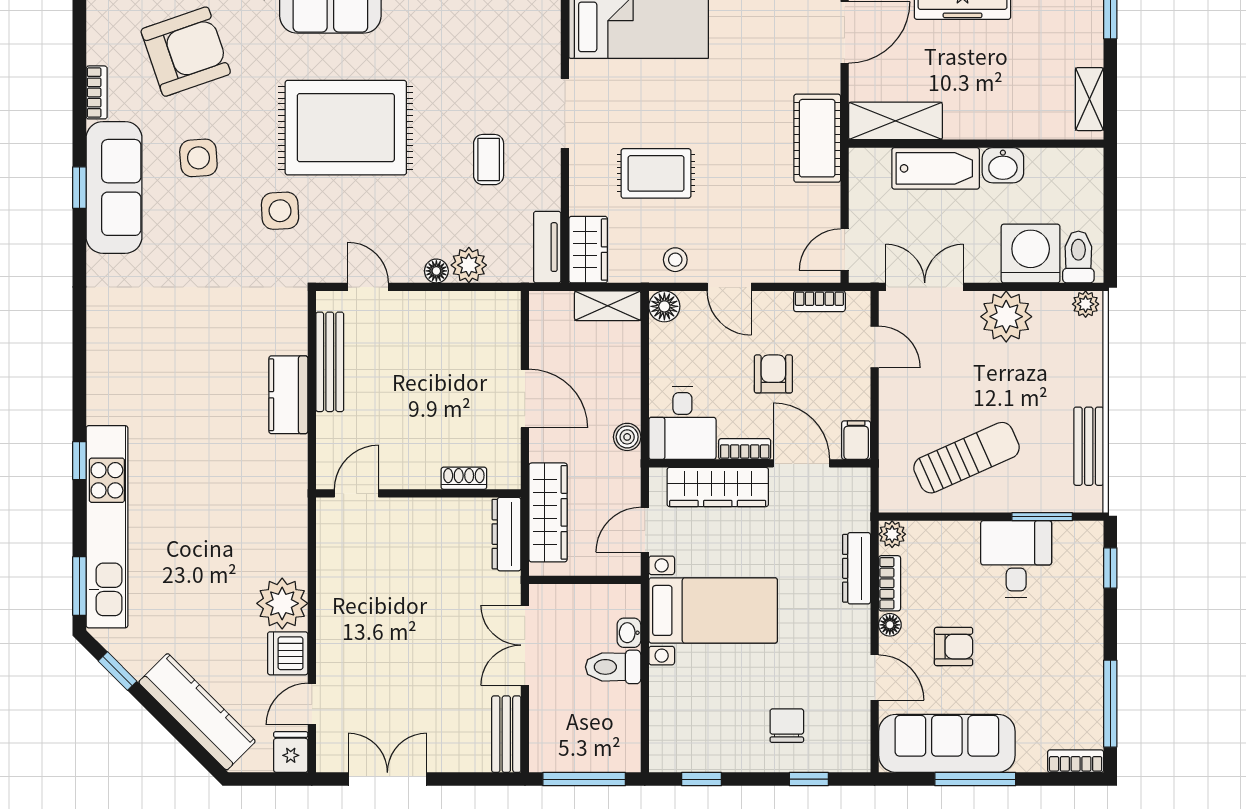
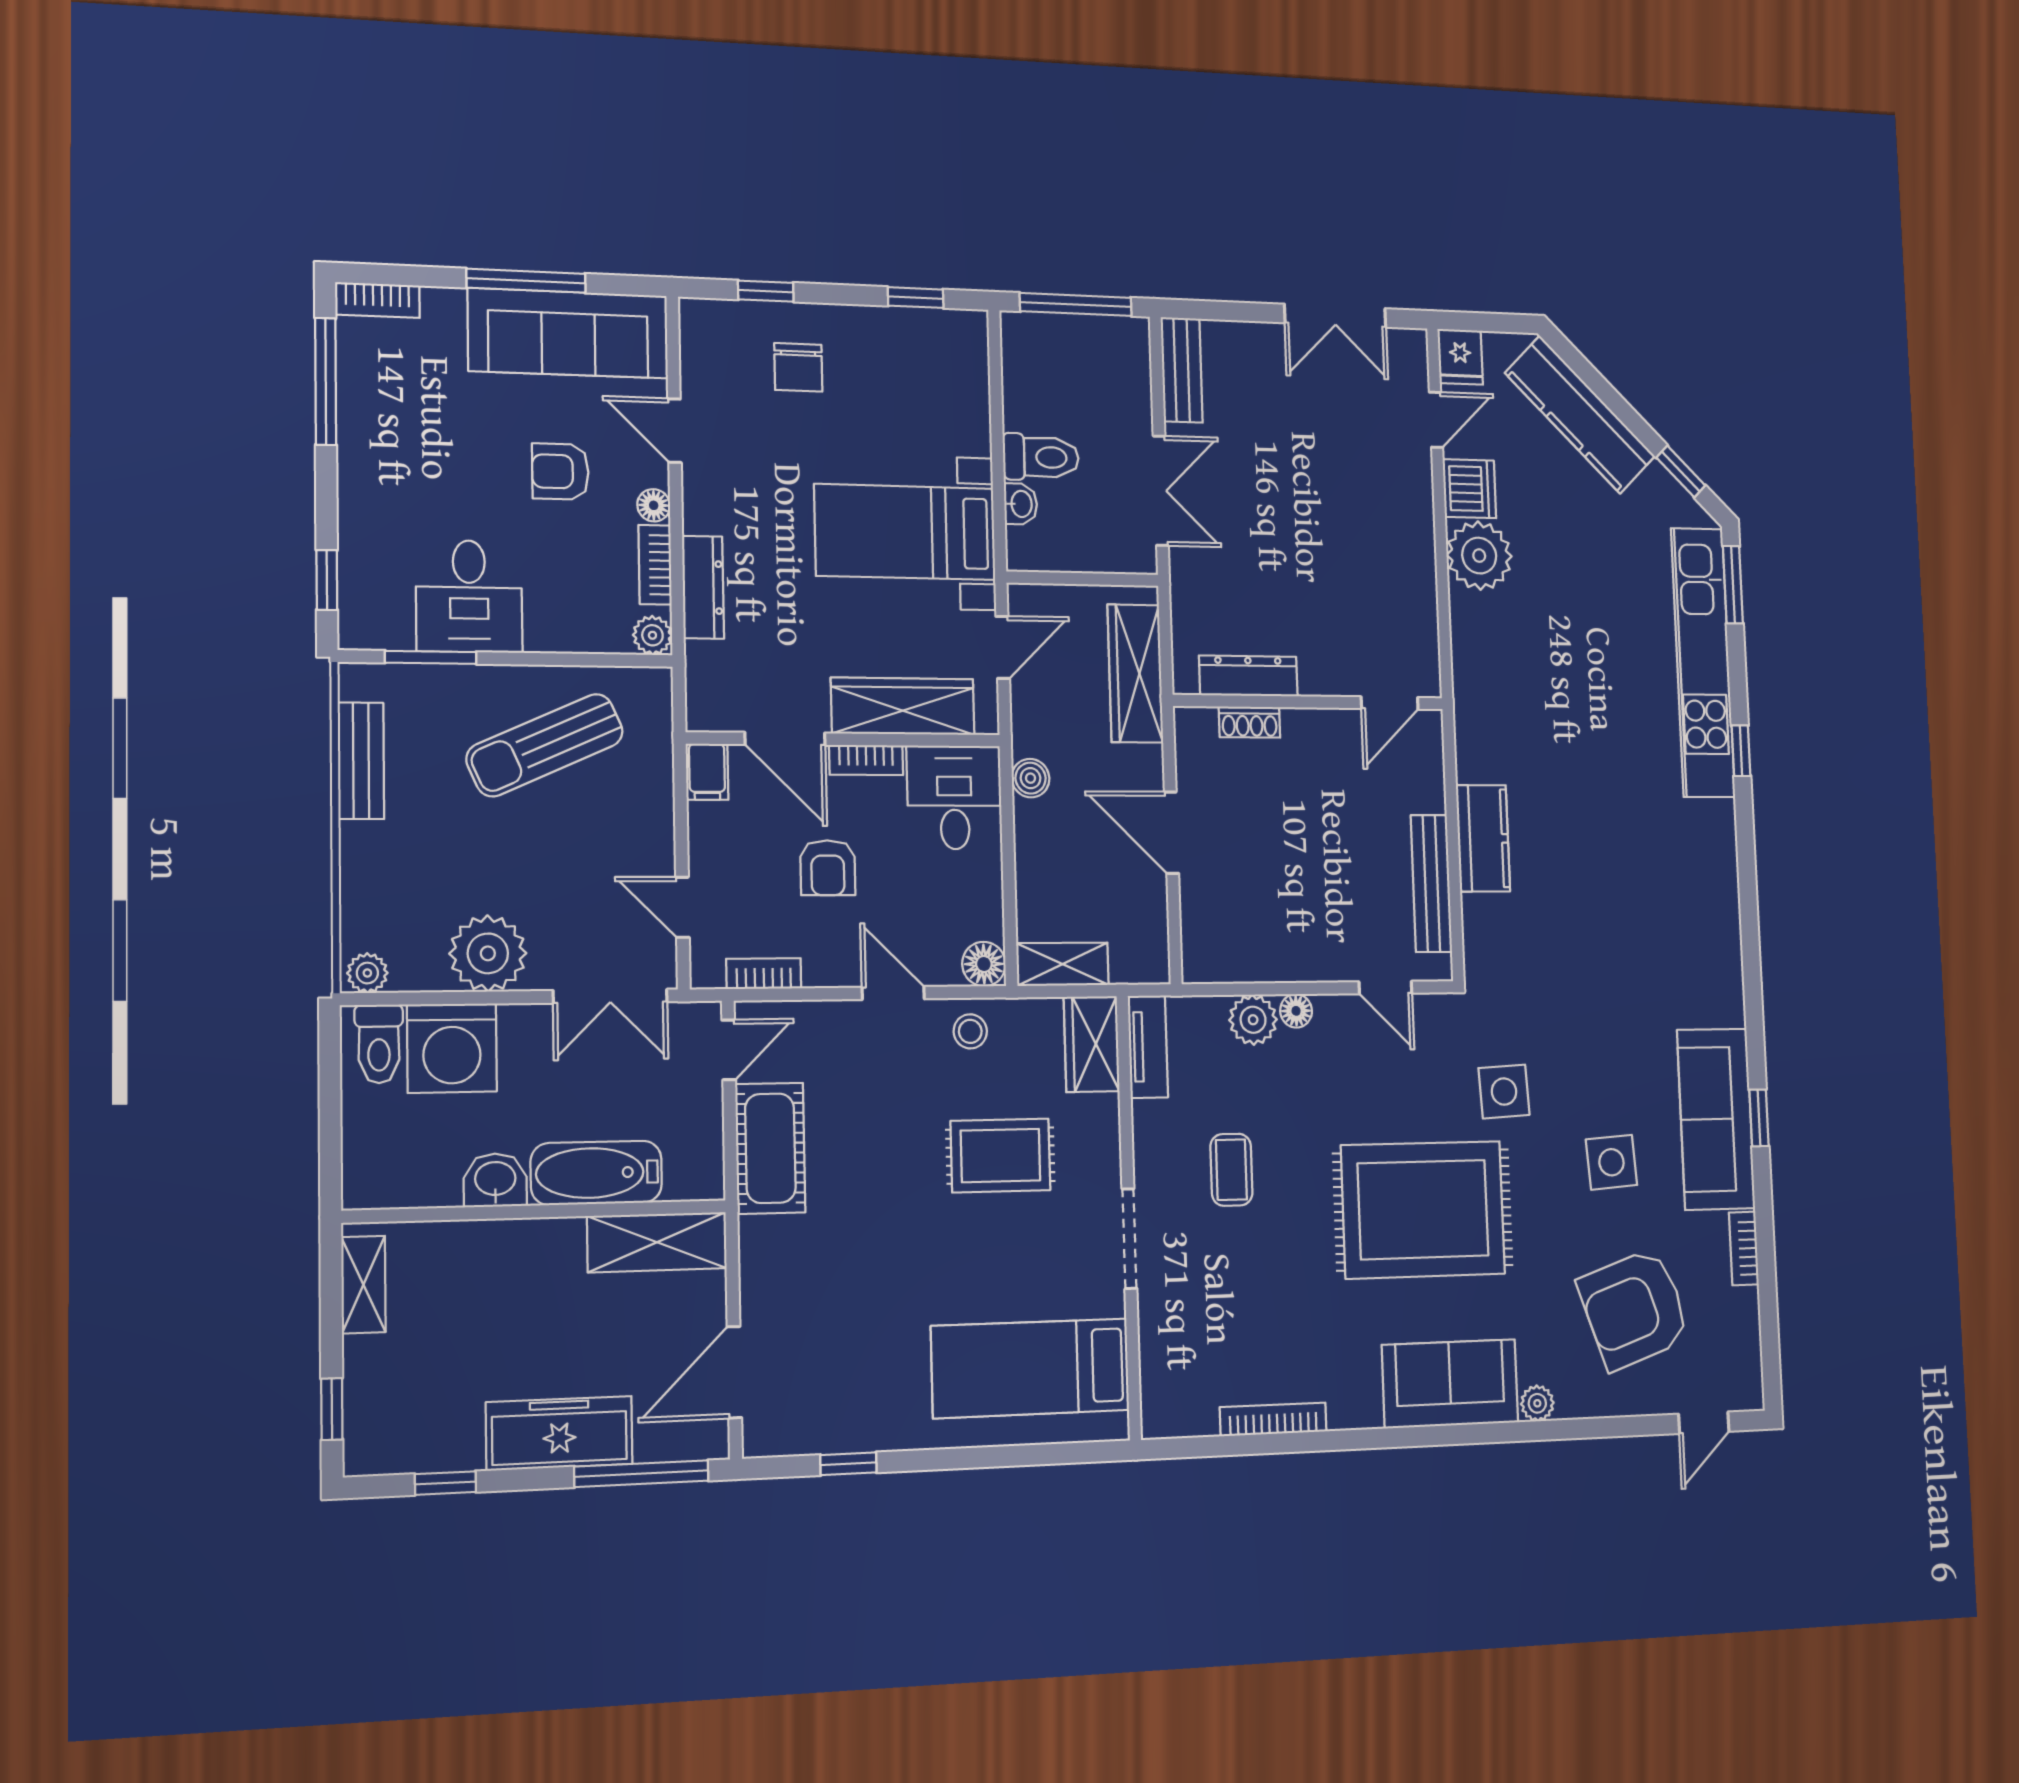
cot: (817, 138) -> (770, 1148), moved
dresser: (507, 534) -> (1248, 676), moved, turned -90

